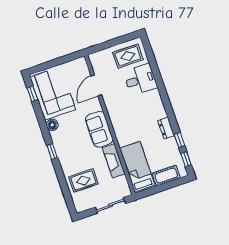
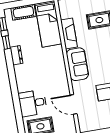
door: (96, 85) -> (74, 104), swing flipped

